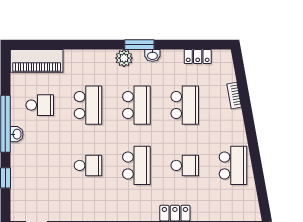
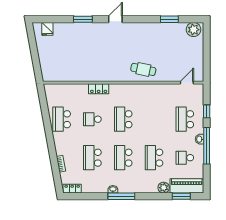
window: (45, 45) -> (181, 196), added
window: (139, 45) -> (121, 196), width x1.44
locker: (198, 57) -> (72, 189), moved
plant: (124, 58) -> (164, 188), moved
school desk: (88, 165) -> (185, 119), moved, width x1.85

